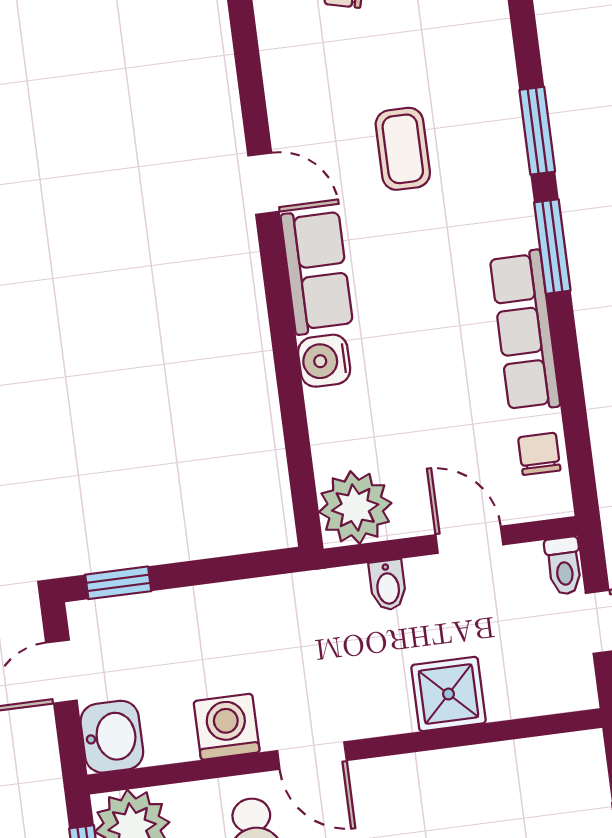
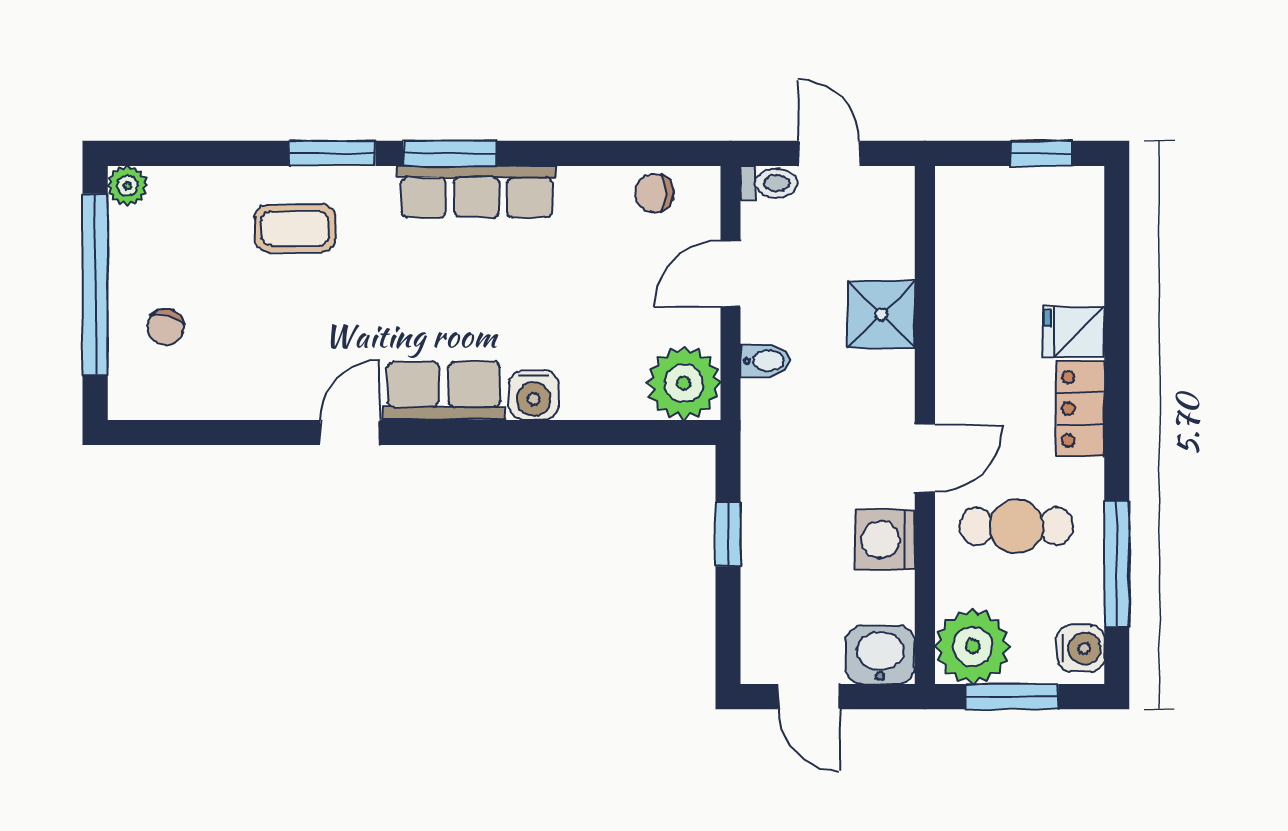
coffee table: (403, 149) -> (295, 228), moved
row of seats: (525, 331) -> (477, 192), moved
window: (118, 583) -> (728, 534), moved

